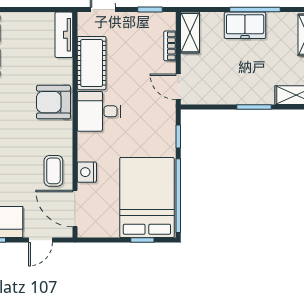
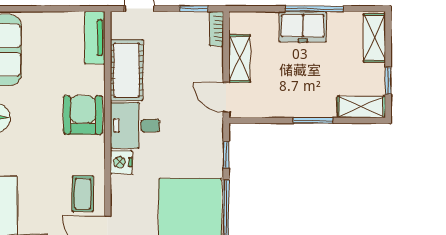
shelving: (190, 33) -> (240, 58), moved
bookcase: (170, 46) -> (217, 29), moved
armchair: (53, 102) -> (83, 115), turned 90
nightstand: (87, 172) -> (121, 162), moved

